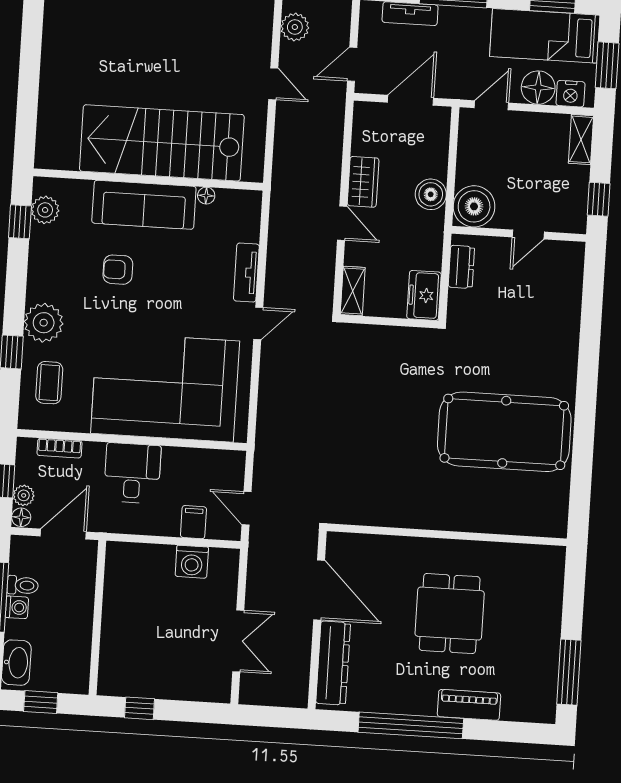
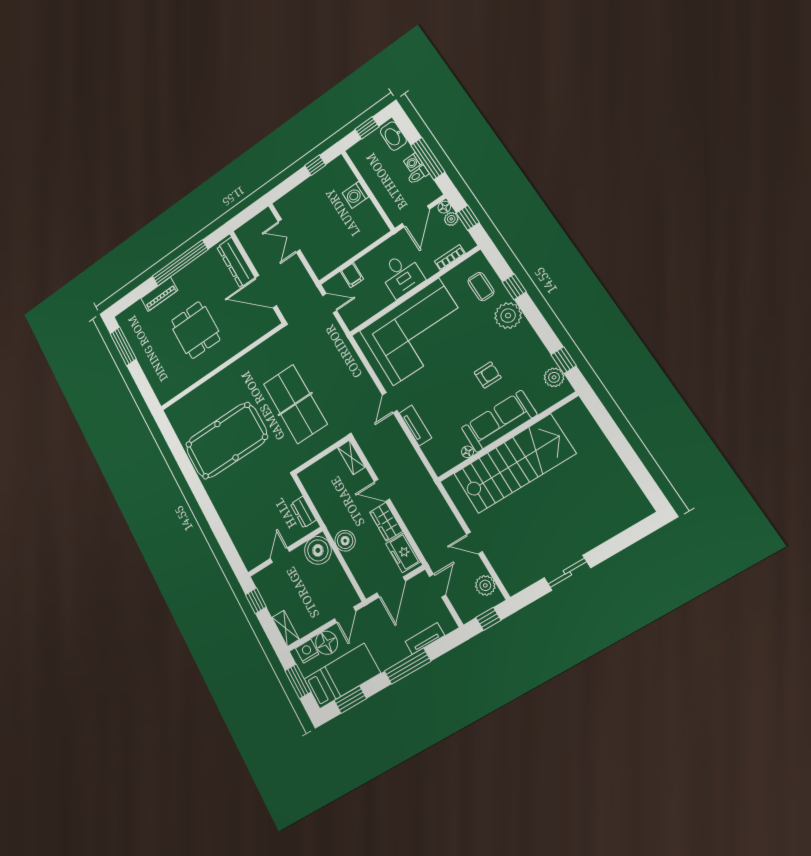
freezer: (424, 295) -> (403, 553), moved, turned 180
table tennis table: (380, 411) -> (295, 404), added
washing machine: (192, 562) -> (355, 195), moved, turned -90

